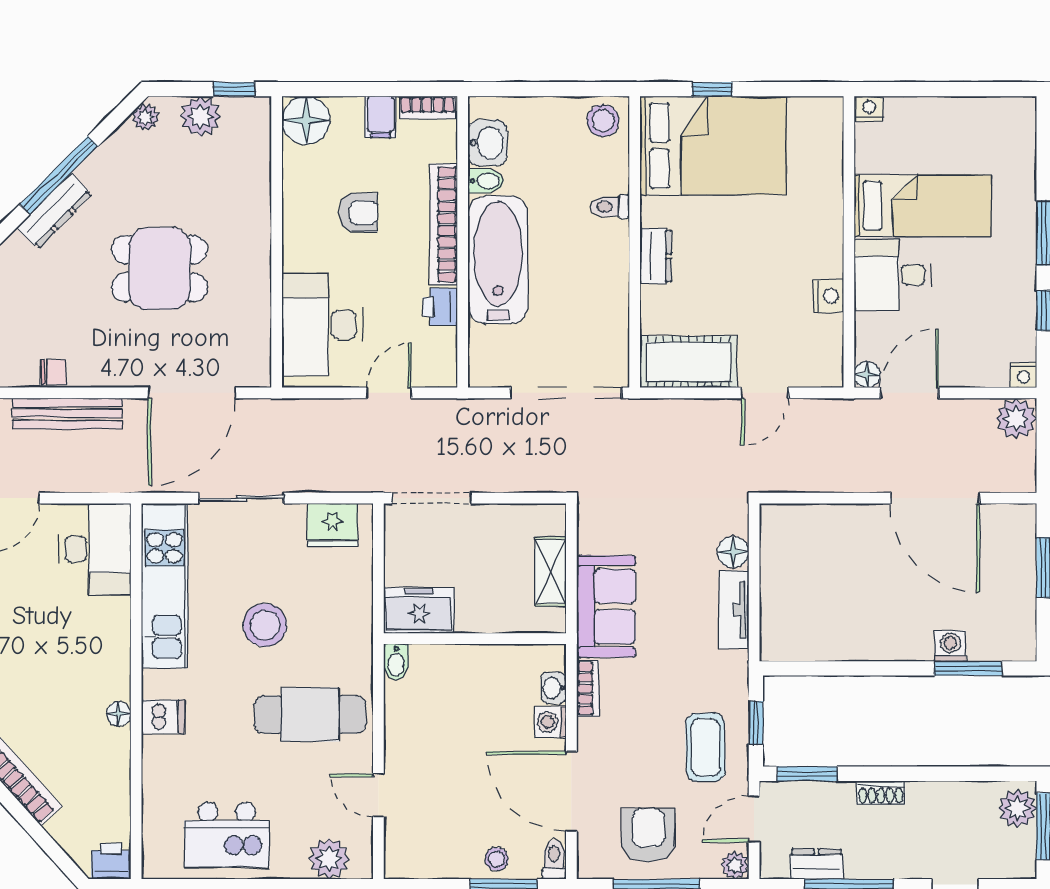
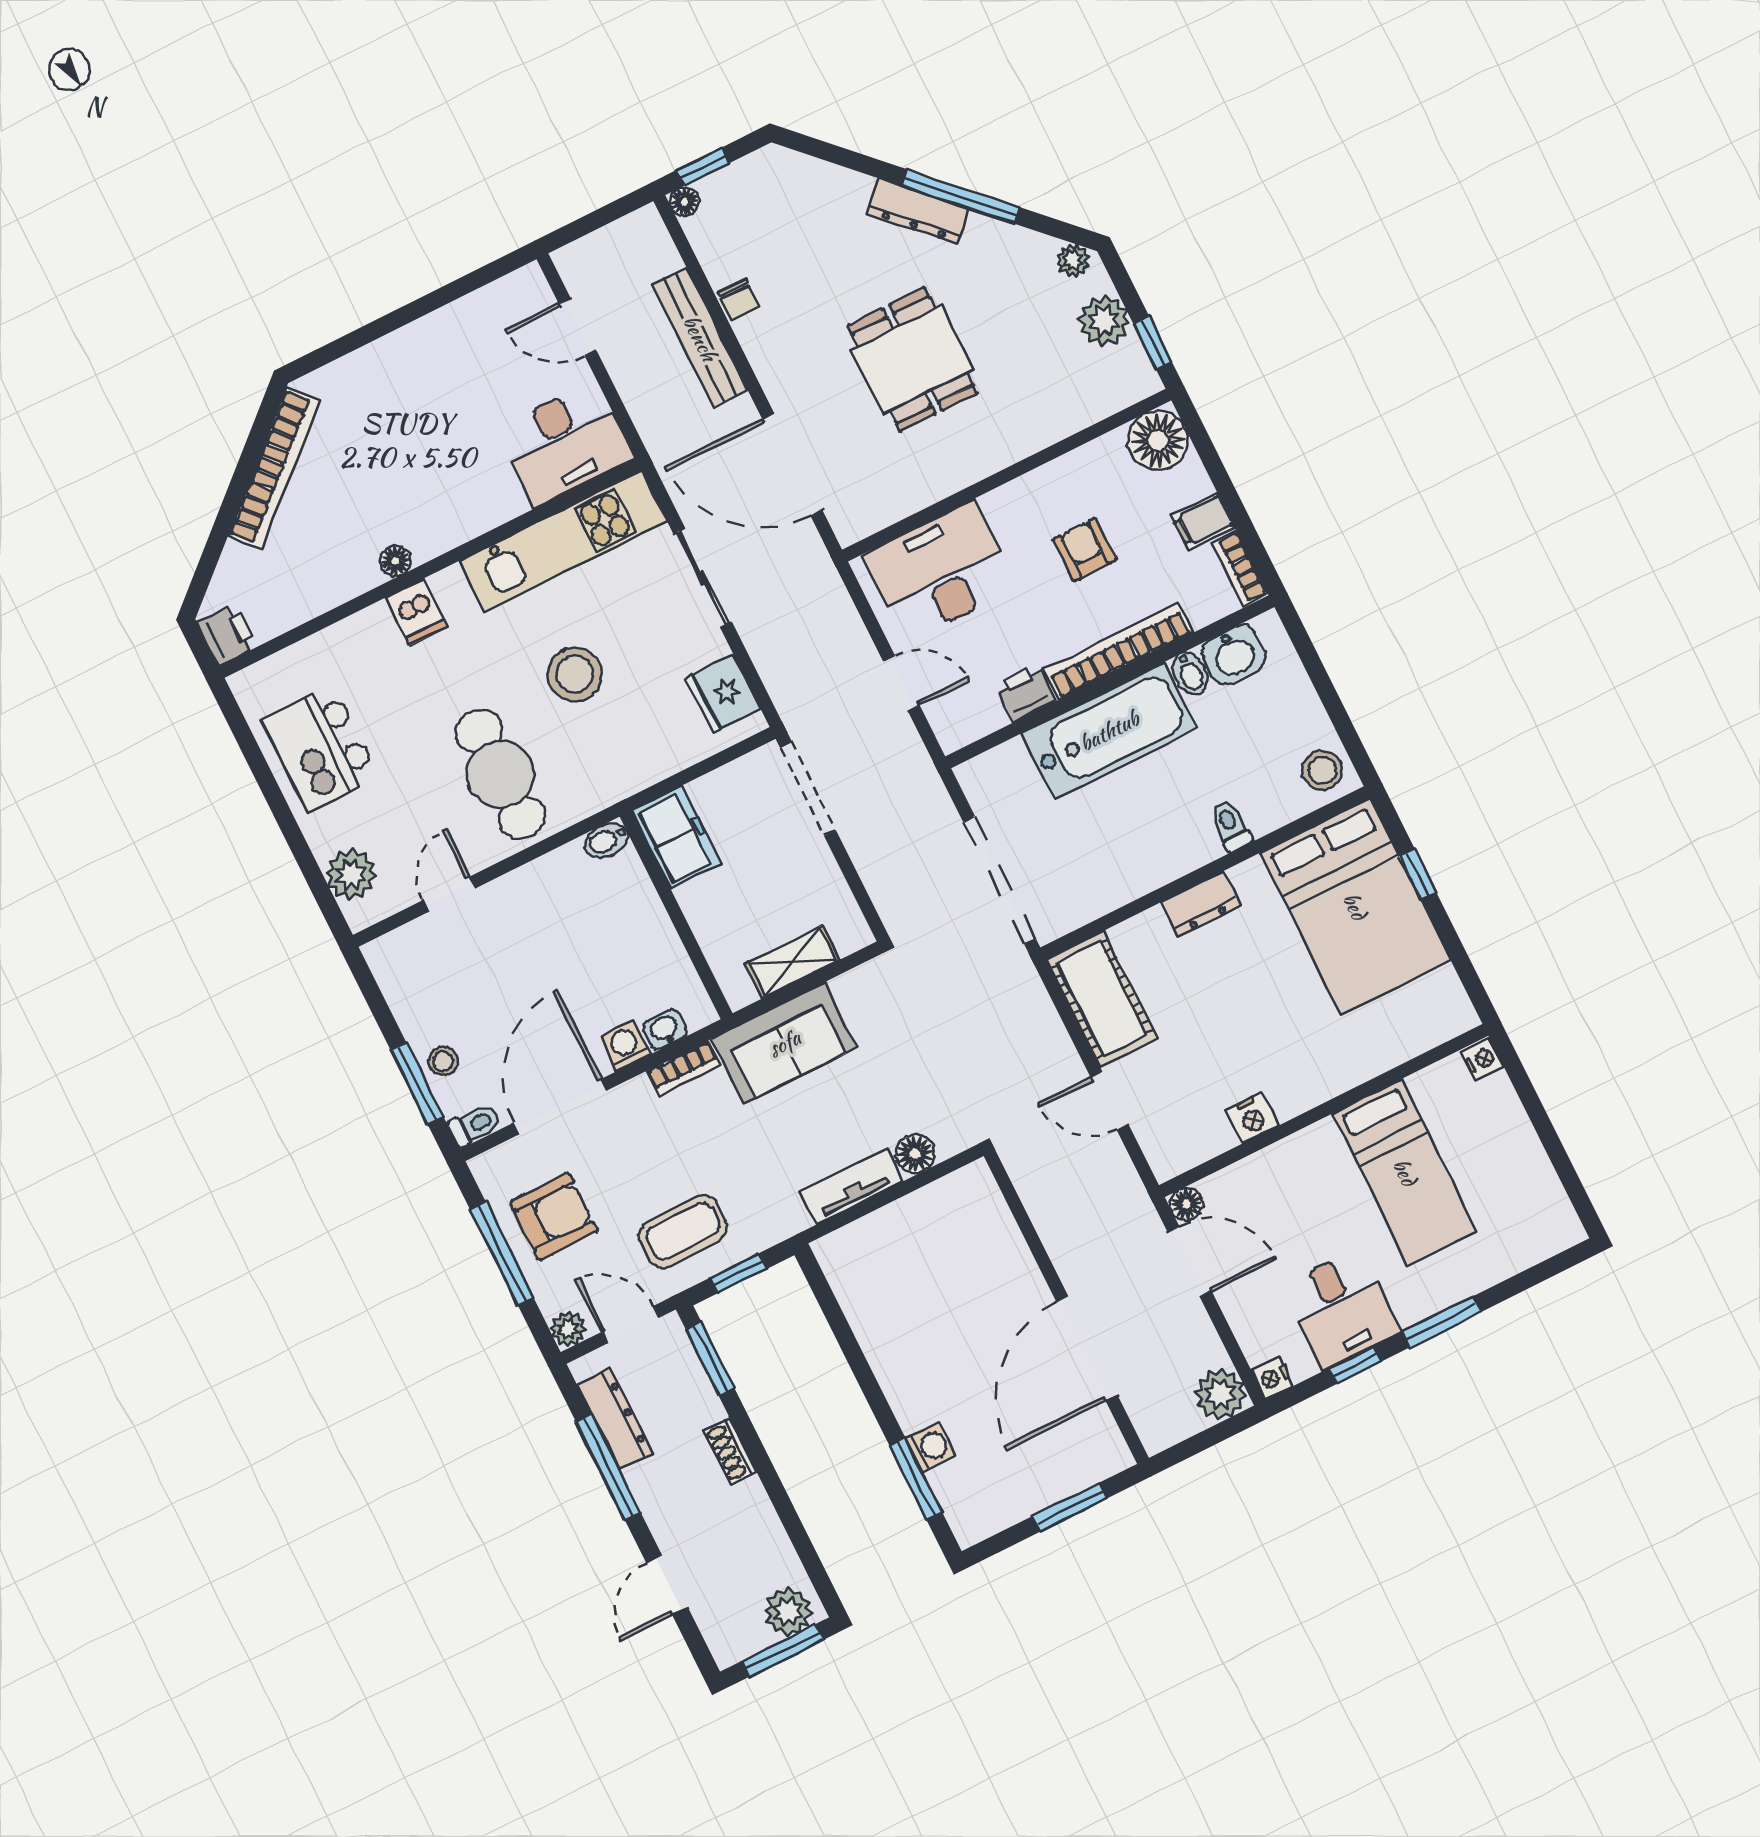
armchair: (358, 213) -> (1085, 550), turned 180
desk: (892, 275) -> (1341, 1309), moved, turned 180
dresser: (816, 864) -> (615, 1419), width x1.44

